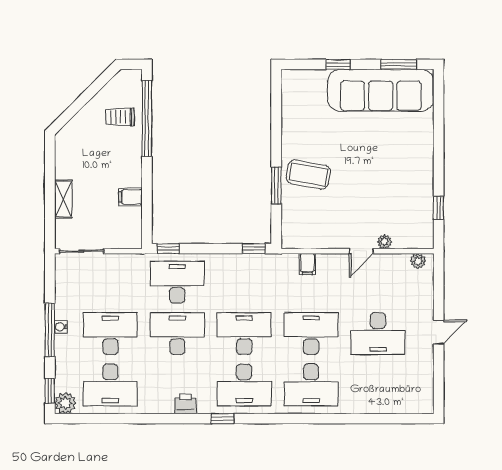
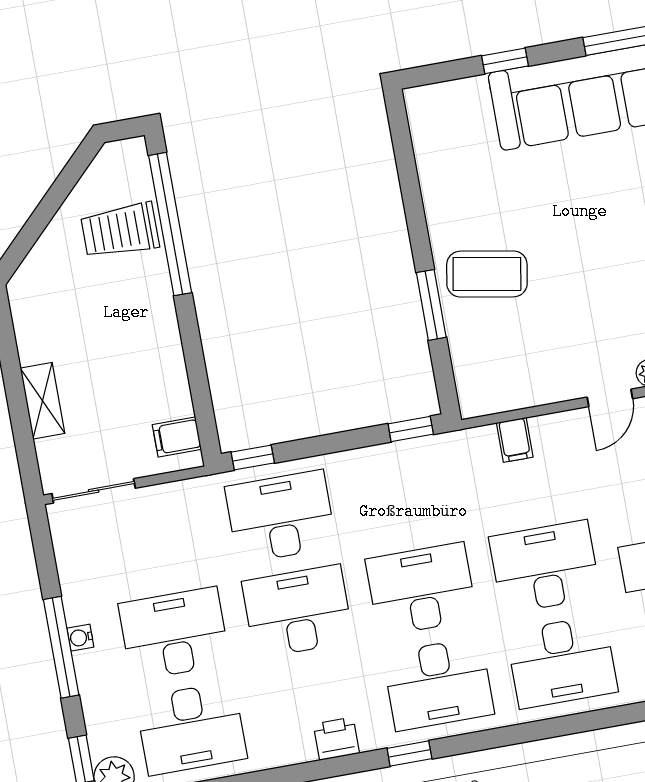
trolley: (120, 117) -> (120, 231), width x1.36, depth x1.39
filing cabinet: (130, 197) -> (177, 437), moved

